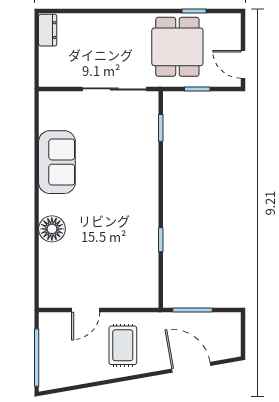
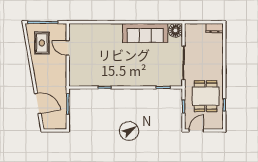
dining table: (177, 47) -> (206, 96), turned 90
sofa: (57, 162) -> (145, 33), width x1.36
floor lamp: (52, 229) -> (175, 30), moved
rug: (123, 345) -> (42, 43), moved, turned 90
door: (191, 367) -> (38, 103), hinge flipped

